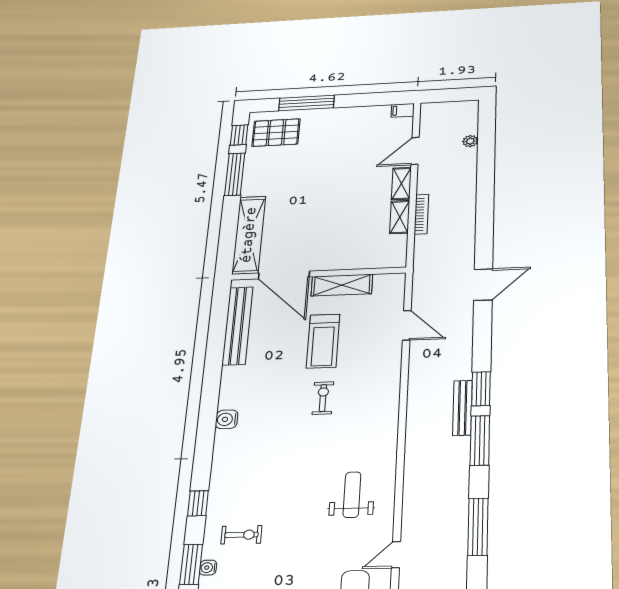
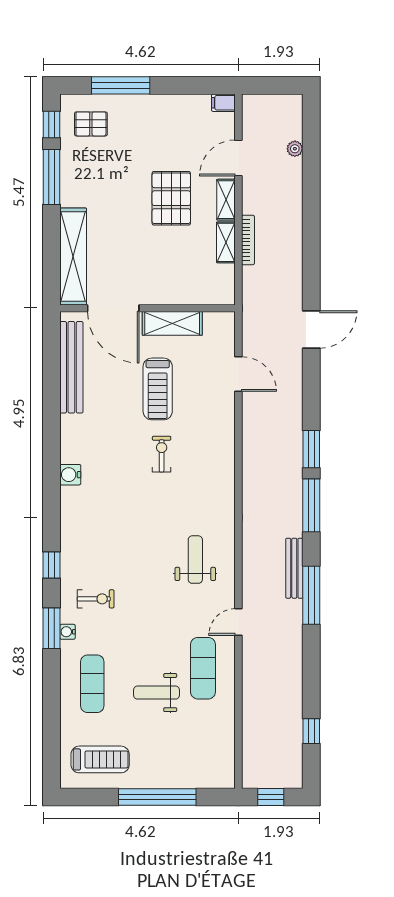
pallet: (276, 133) -> (91, 124), width x0.67, depth x0.71
pallet: (348, 185) -> (171, 198), added
bench: (462, 408) -> (294, 568), moved

